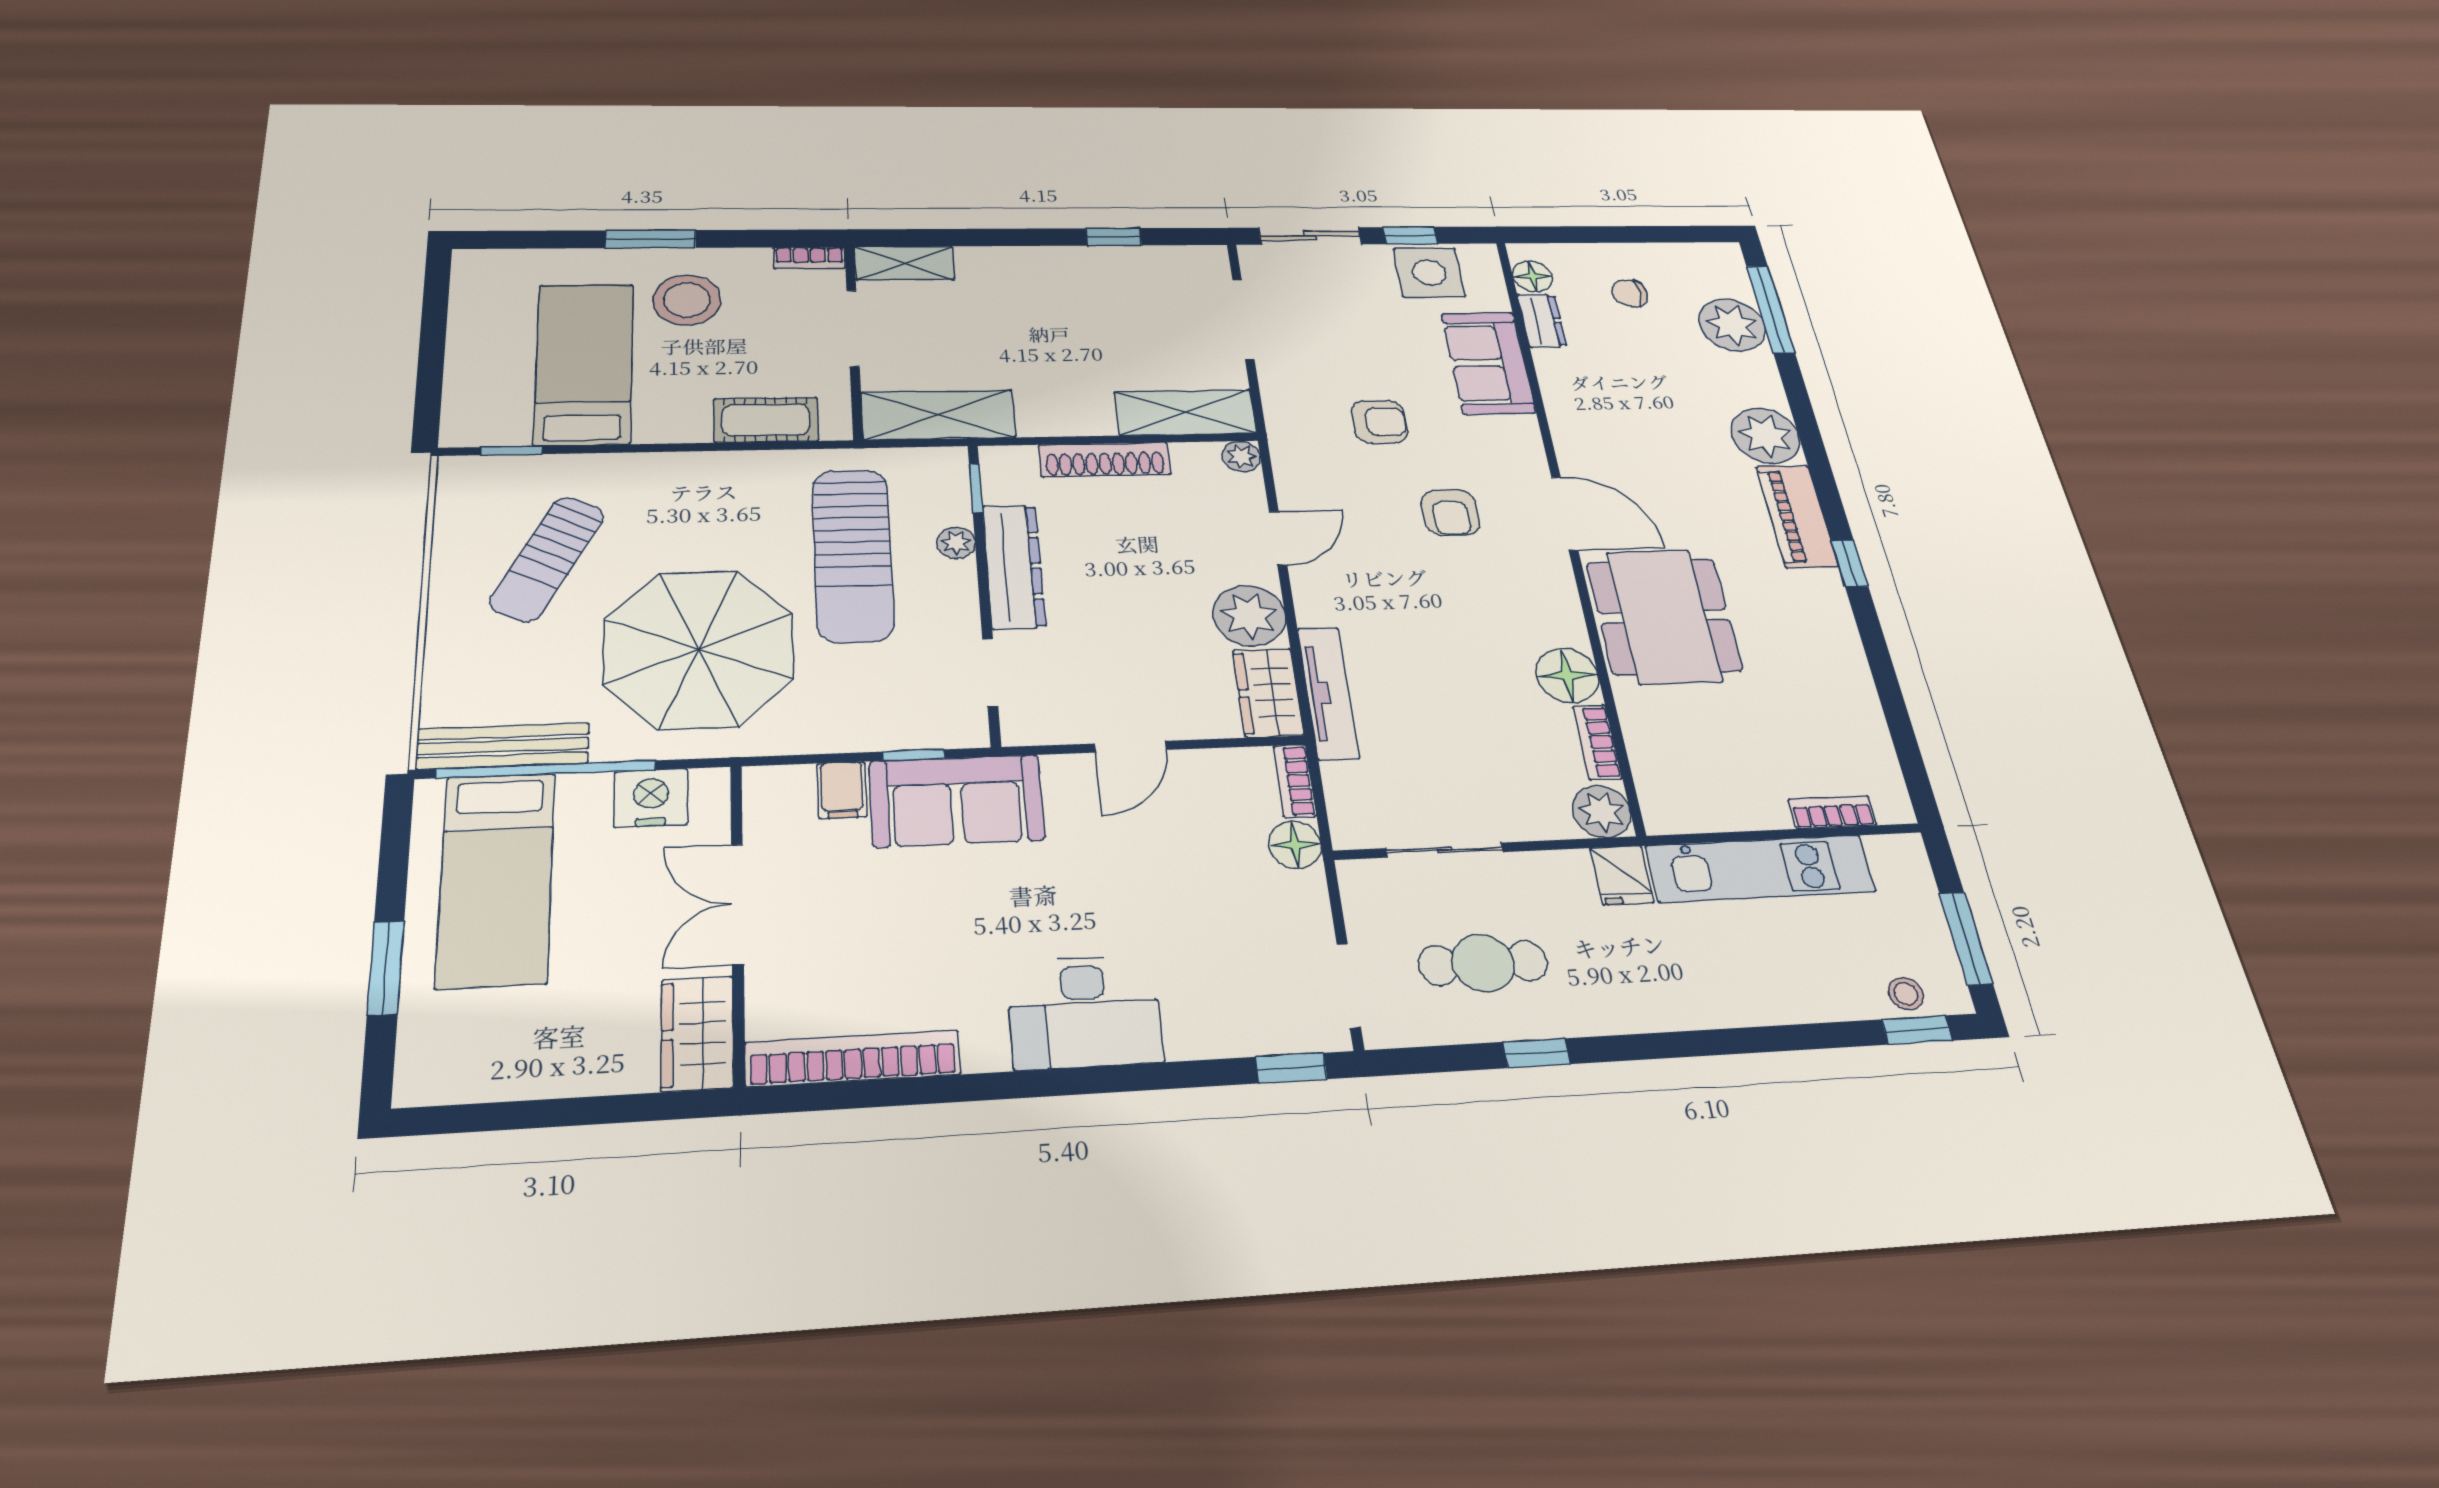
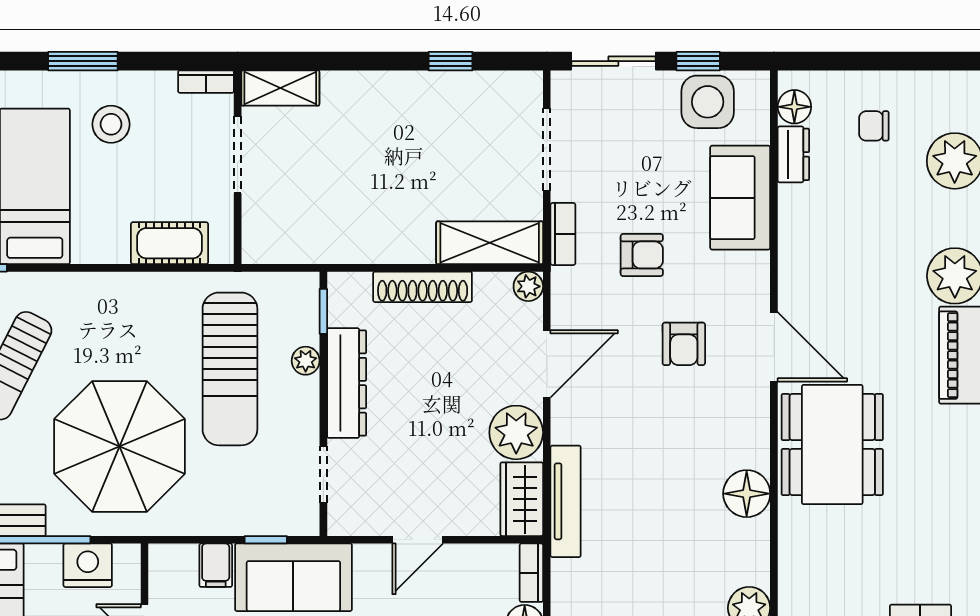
stool: (687, 300) -> (111, 124), width x0.73, depth x0.73
shelving: (938, 415) -> (299, 241), removed
door: (1278, 538) -> (547, 364), width x1.38
bookcase: (1597, 742) -> (563, 234), moved, turned 180

